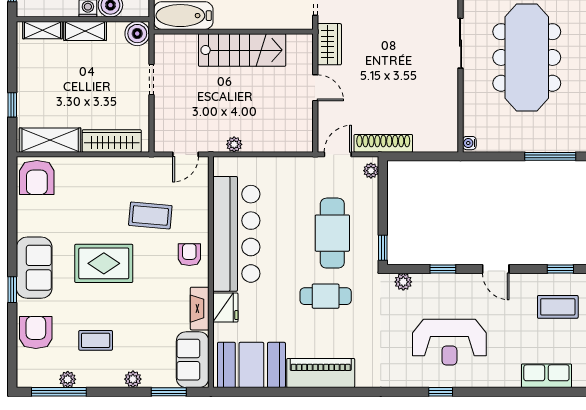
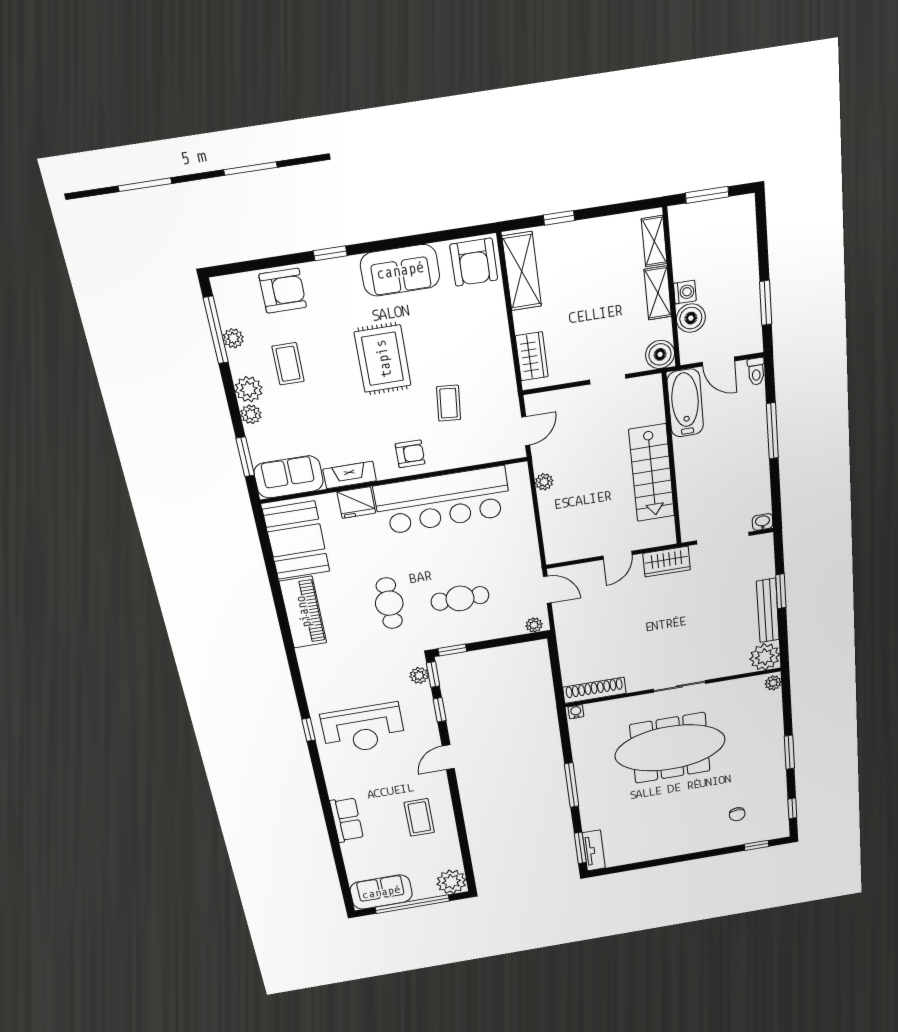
wardrobe: (112, 141) -> (532, 356), width x0.67
shoe rack: (383, 143) -> (594, 690), moved, turned -90
door: (186, 154) -> (526, 431), swing flipped
armchair: (37, 177) -> (474, 262), turned -90
coffee table: (150, 215) -> (449, 403), width x0.73, depth x0.77
cafe table: (332, 233) -> (460, 598), width x0.73, depth x0.74
sofa: (34, 268) -> (400, 270), moved
window: (560, 269) -> (433, 674), moved
reception desk: (449, 342) -> (363, 729), turned -90
plant: (112, 376) -> (249, 389), added

